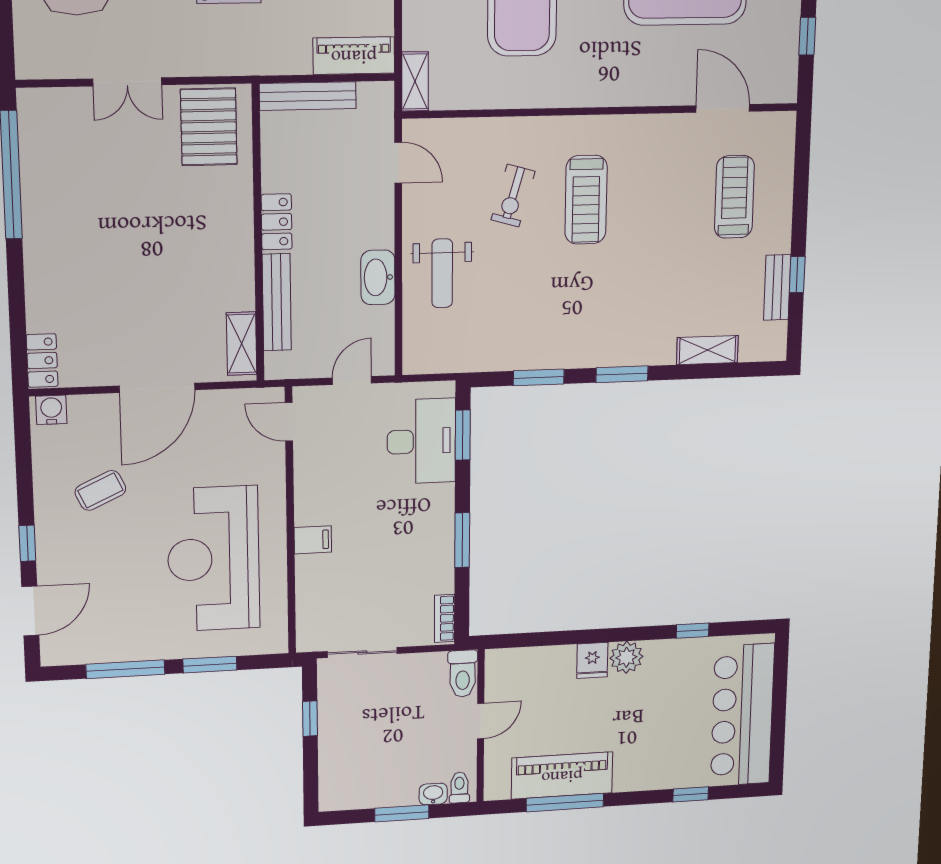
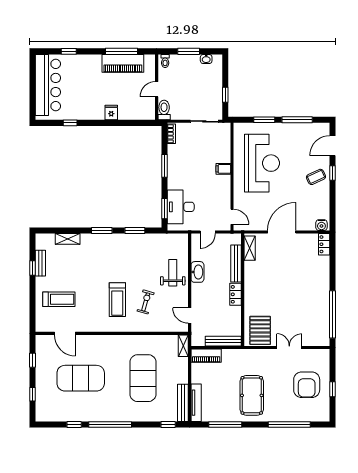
treadmill: (734, 197) -> (59, 299), turned -90
treadmill: (586, 200) -> (117, 300), turned 180
coffee table: (100, 490) -> (316, 177), moved
plant: (626, 657) -> (97, 113), removed
washbasin: (433, 794) -> (206, 59), moved

